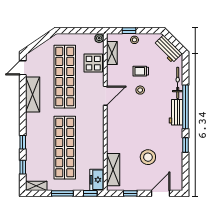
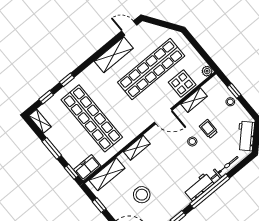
shelving: (112, 53) -> (194, 100), moved
shelving: (112, 133) -> (137, 148), added
shop shelf: (65, 148) -> (92, 118), turned 90

